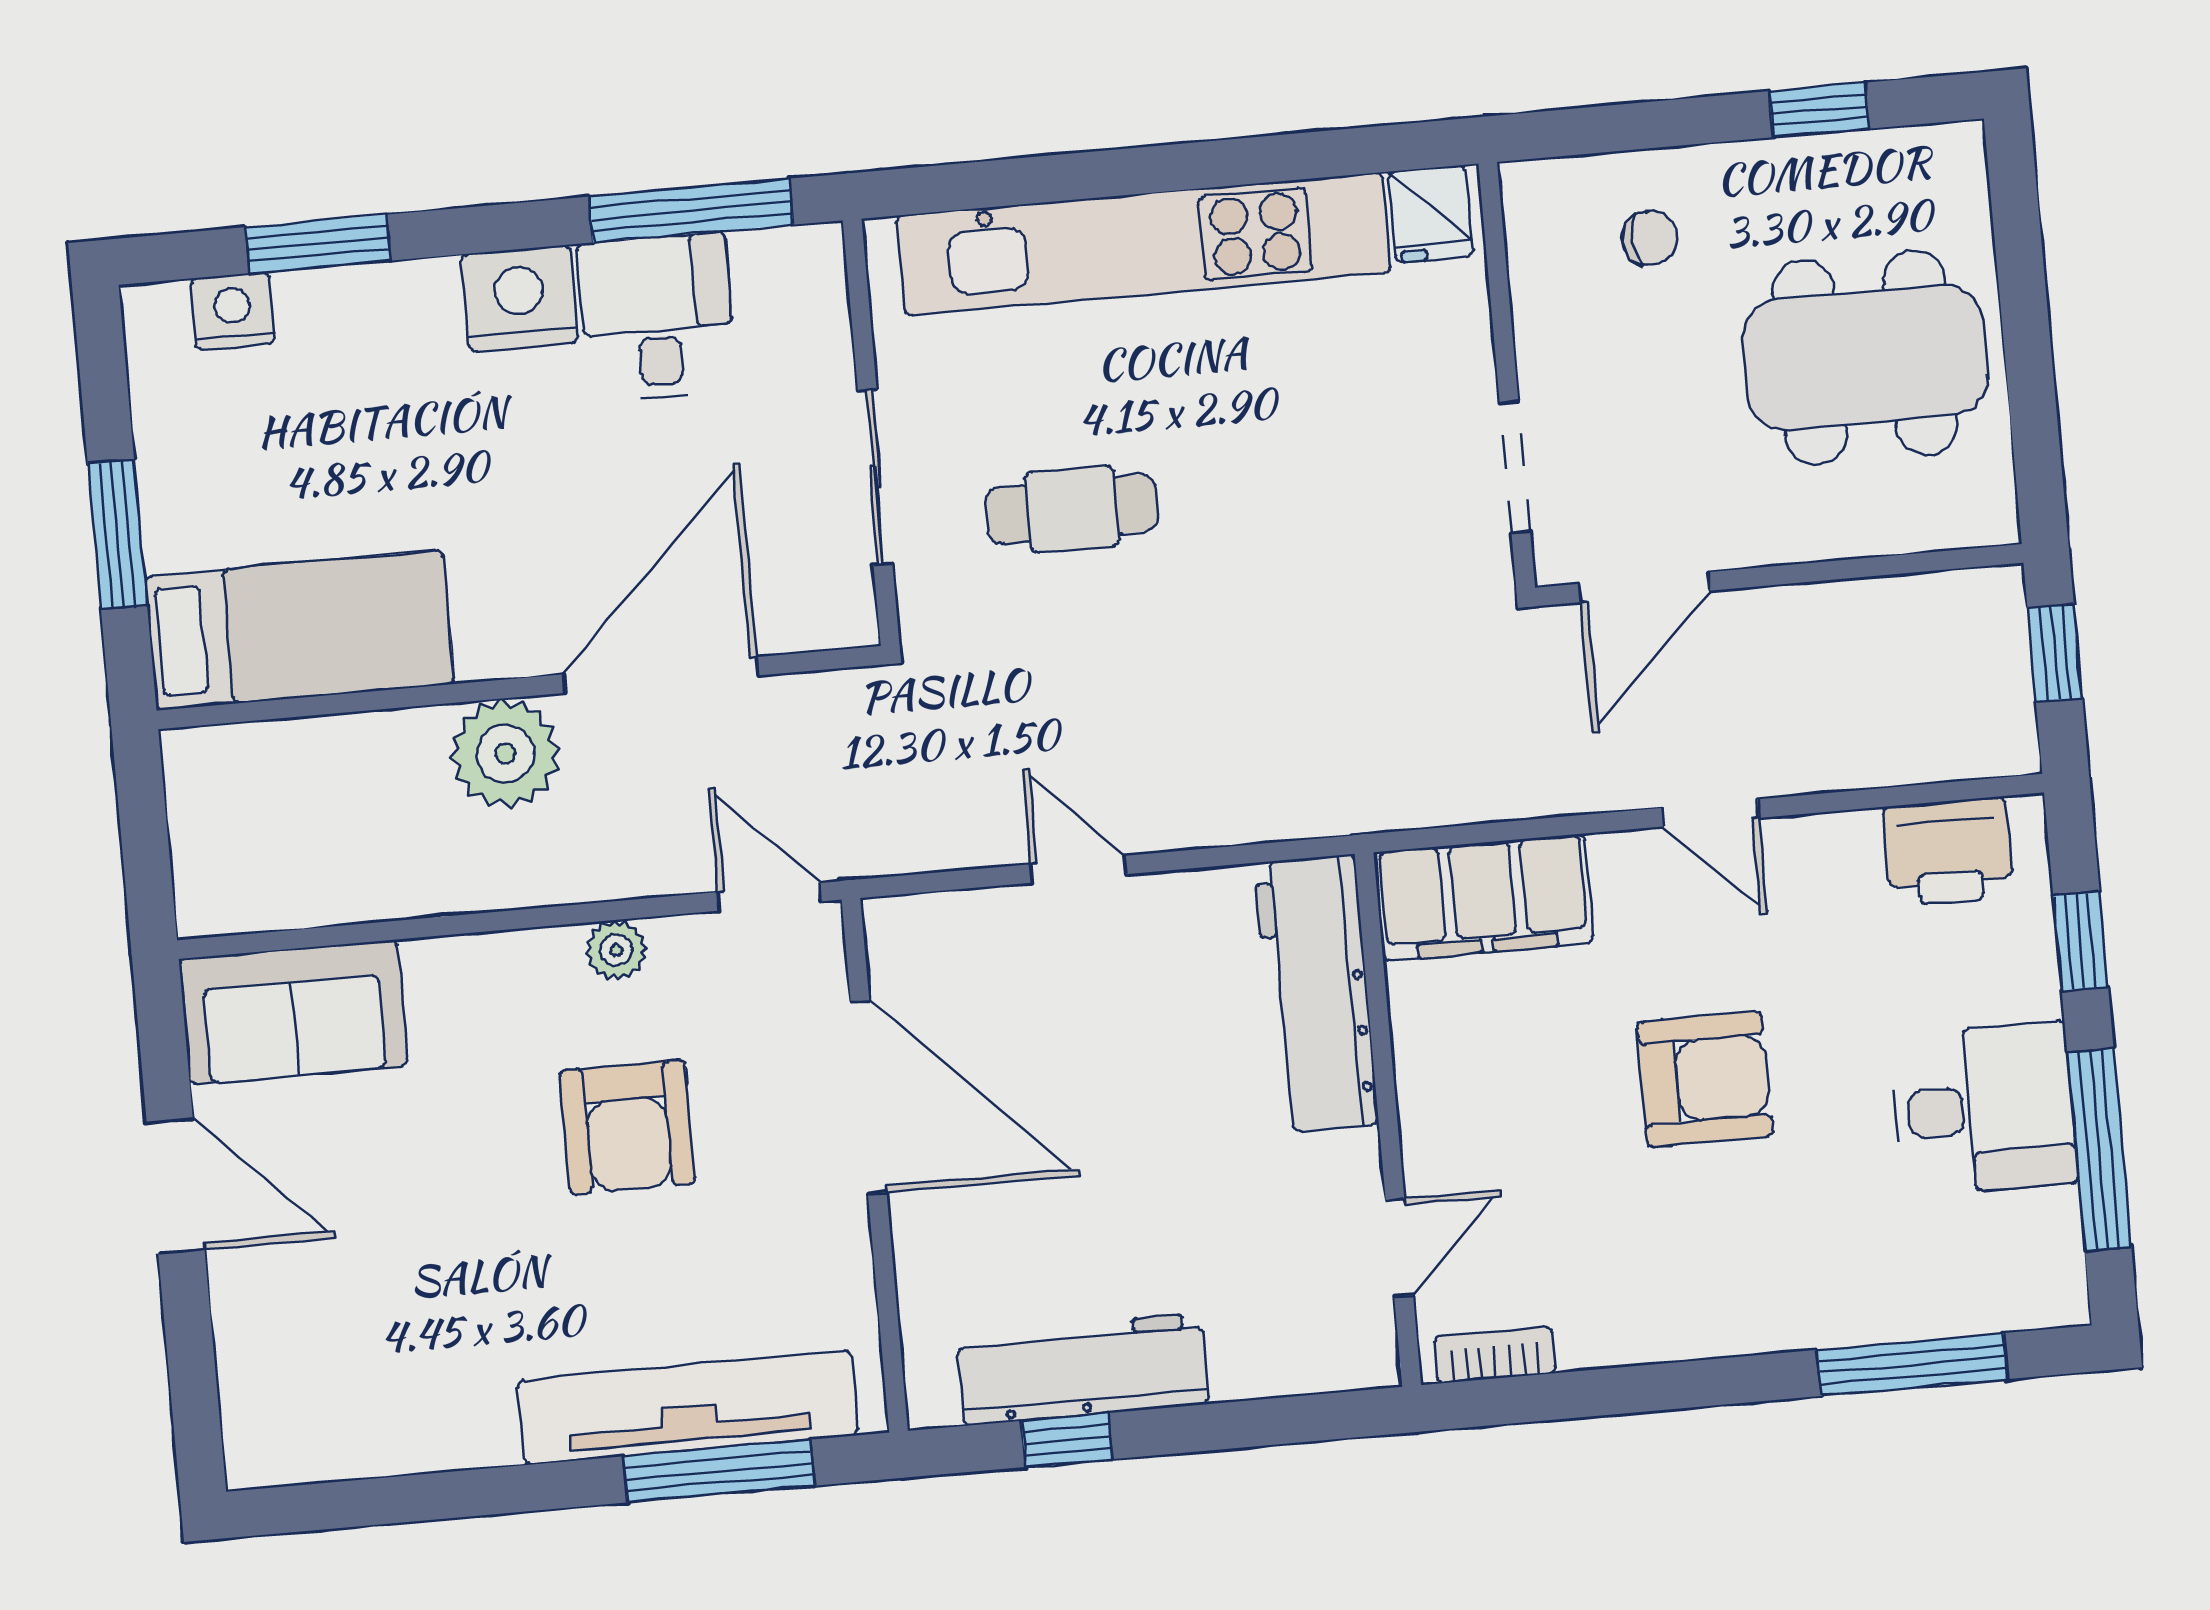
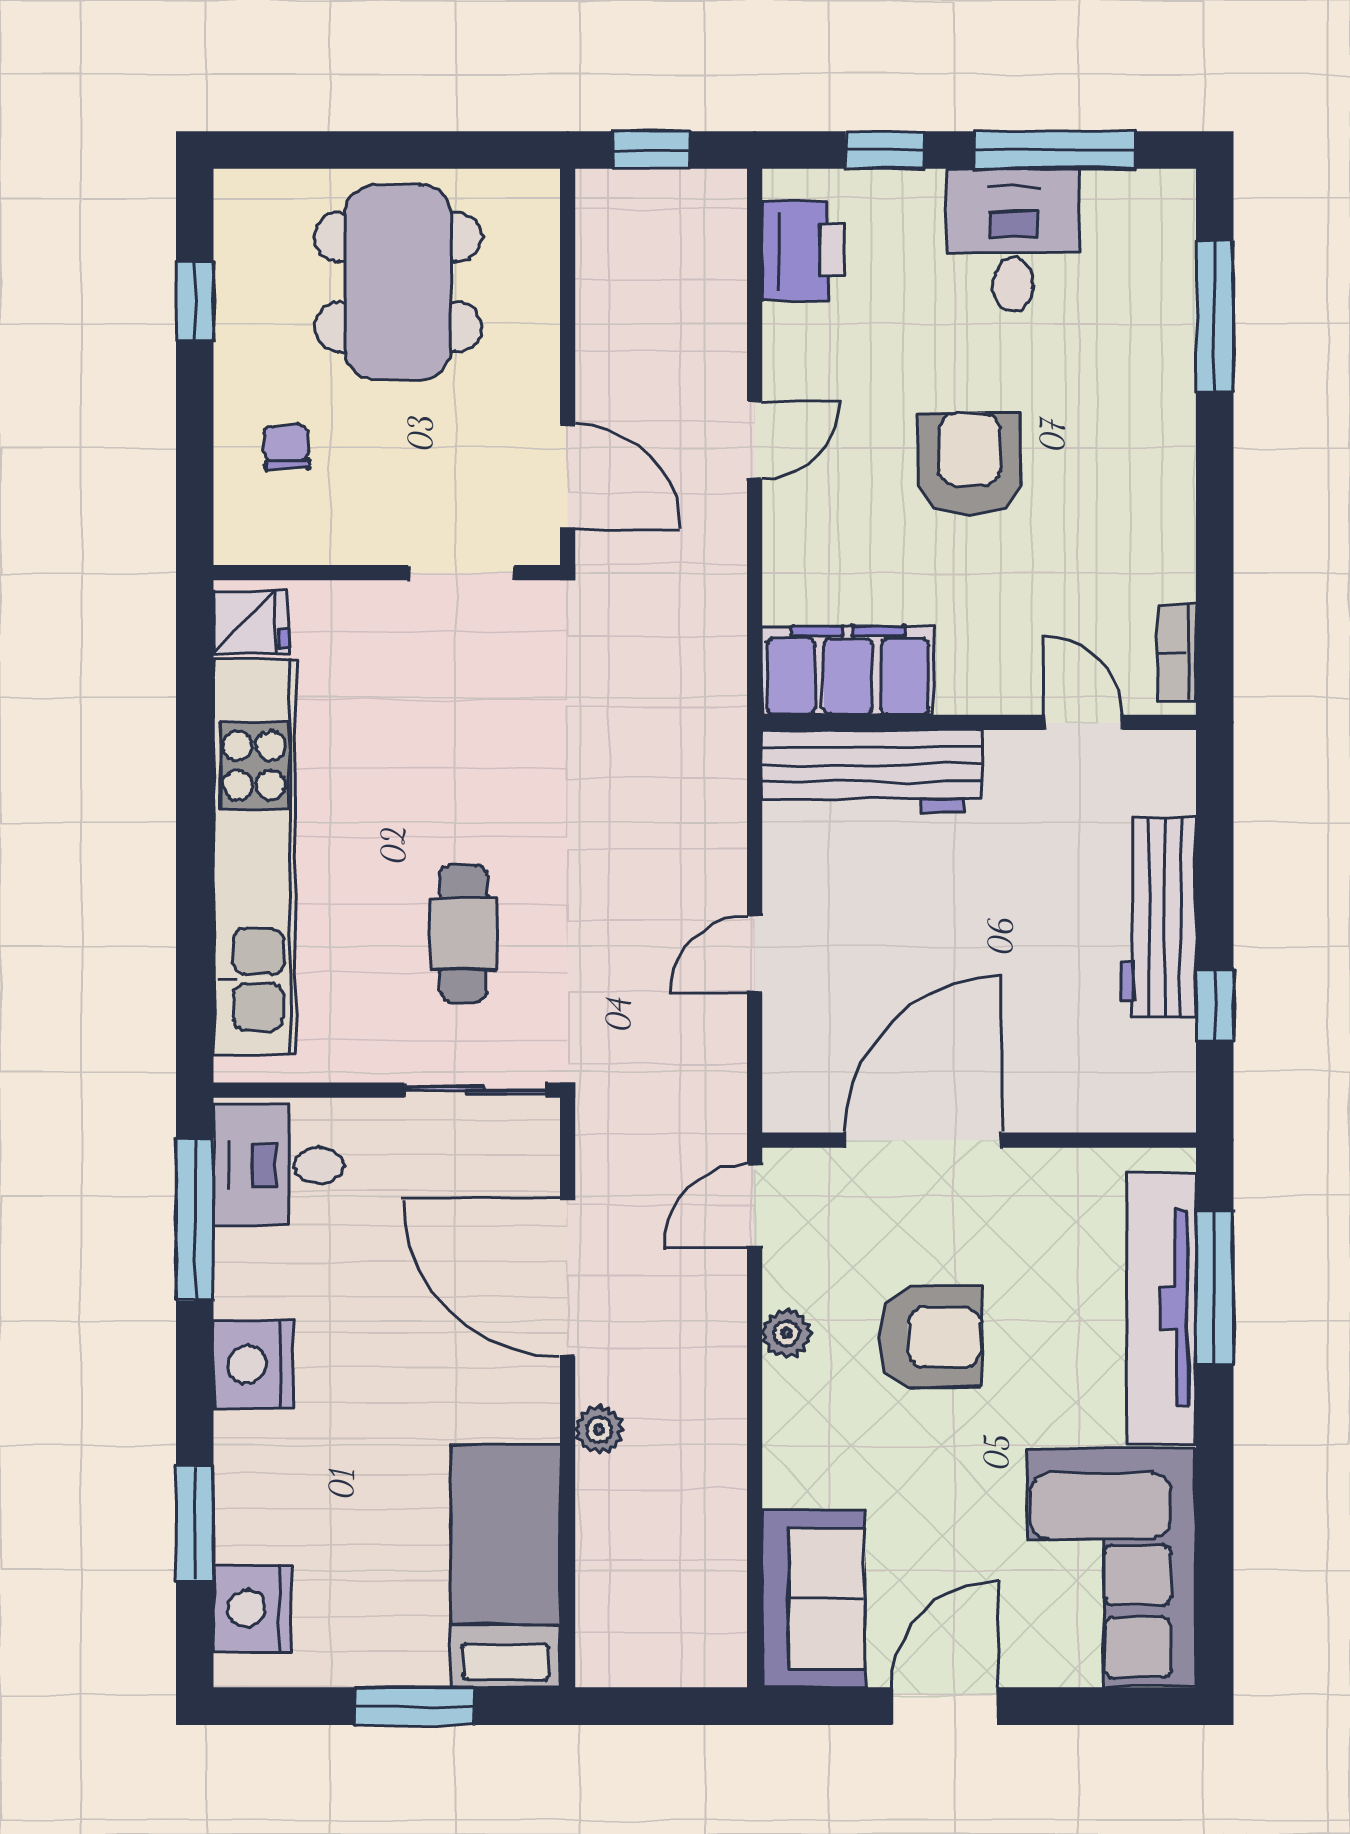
nightstand: (233, 311) -> (253, 1609), width x1.36, depth x1.33
desk: (657, 317) -> (279, 1165), moved
sliding door: (875, 477) -> (475, 1090), moved
plant: (505, 753) -> (599, 1430), width x0.53, depth x0.53
filing cabinet: (1483, 897) -> (848, 670), moved, turned -90
workbench: (1082, 1369) -> (1159, 917), moved
corner sofa: (364, 1375) -> (1112, 1568), added

